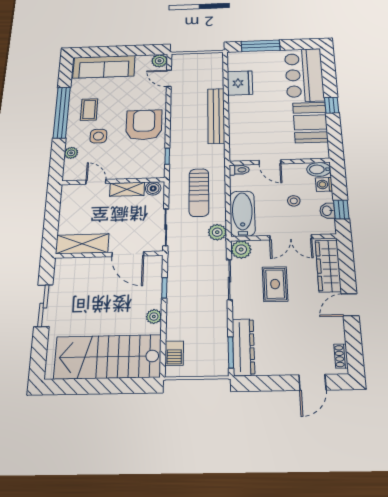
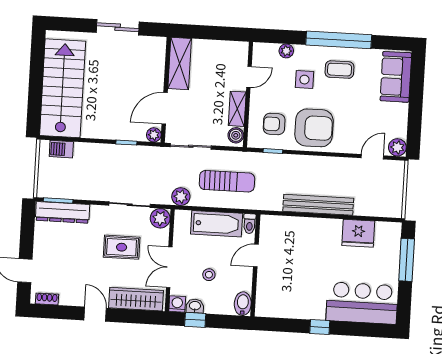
sofa: (104, 67) -> (396, 77), width x0.73
booth: (310, 122) -> (300, 302), removed
armchair: (141, 157) -> (274, 124), added
washing machine: (324, 184) -> (177, 304), moved
sun lounger: (199, 192) -> (227, 181), turned 180
bathtub: (242, 214) -> (217, 224), moved
plant: (154, 317) -> (154, 135), moved

